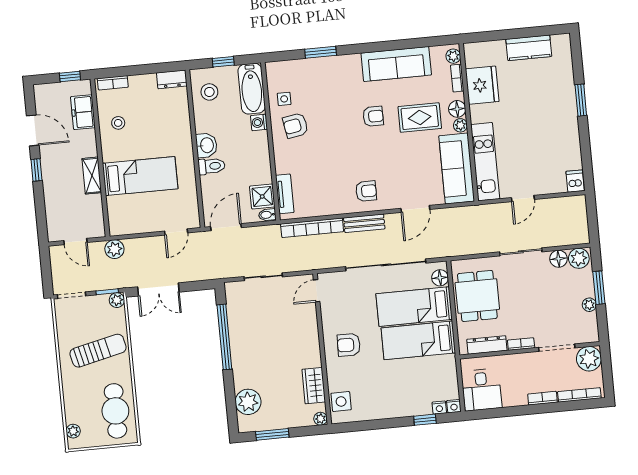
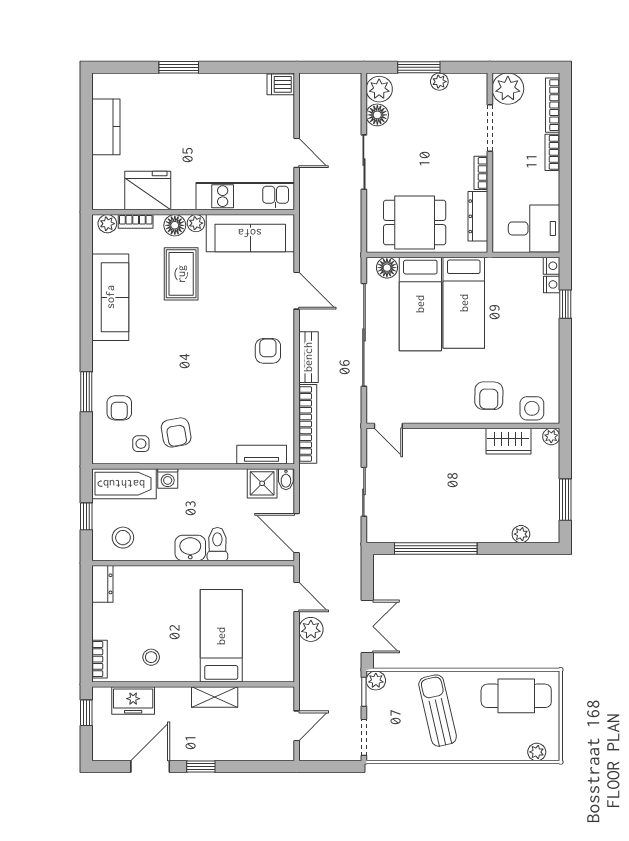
armchair: (373, 116) -> (119, 408), moved, turned 180
plant: (114, 249) -> (311, 629), moved
armchair: (349, 345) -> (489, 396), moved
plant: (248, 402) -> (521, 534), width x0.53, depth x0.53

